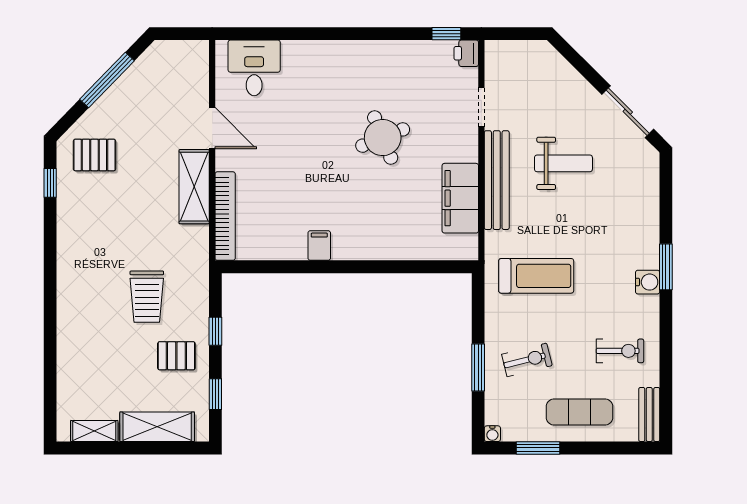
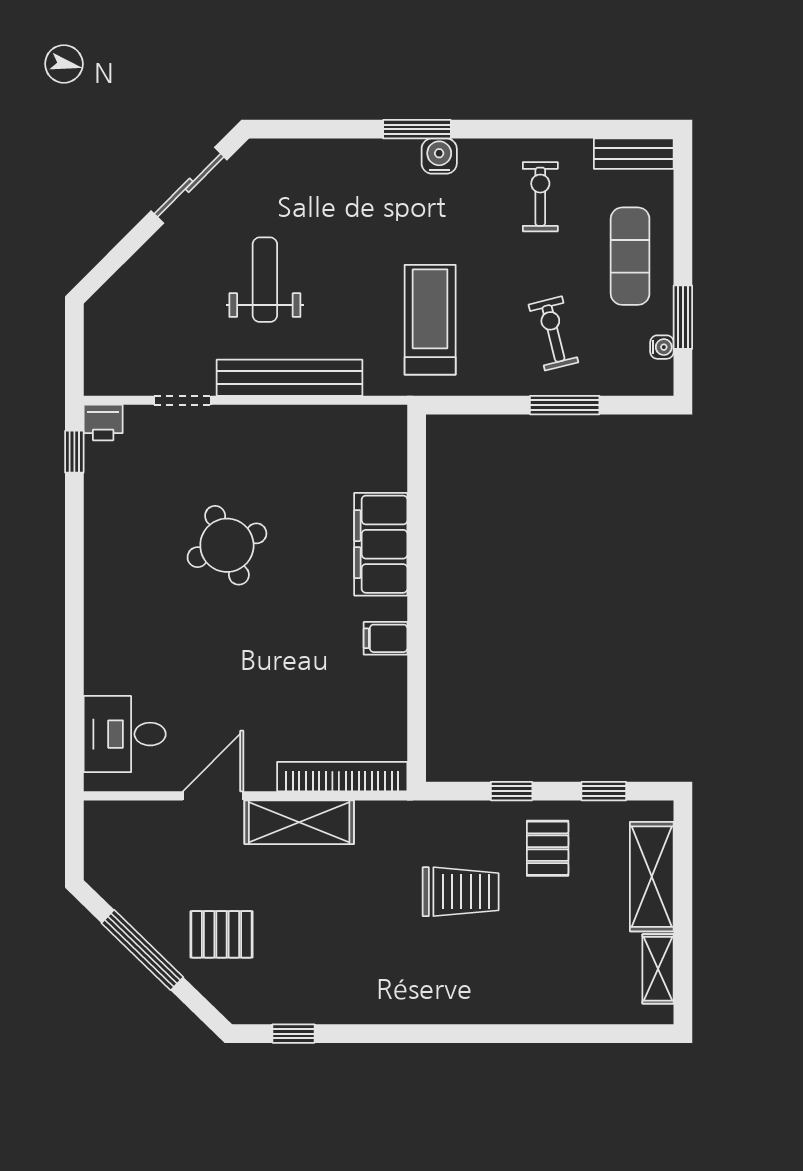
pallet: (94, 155) -> (222, 934), moved, turned 90
filing cabinet: (460, 198) -> (381, 544), moved, turned 90
water cooler: (492, 434) -> (662, 347), moved

